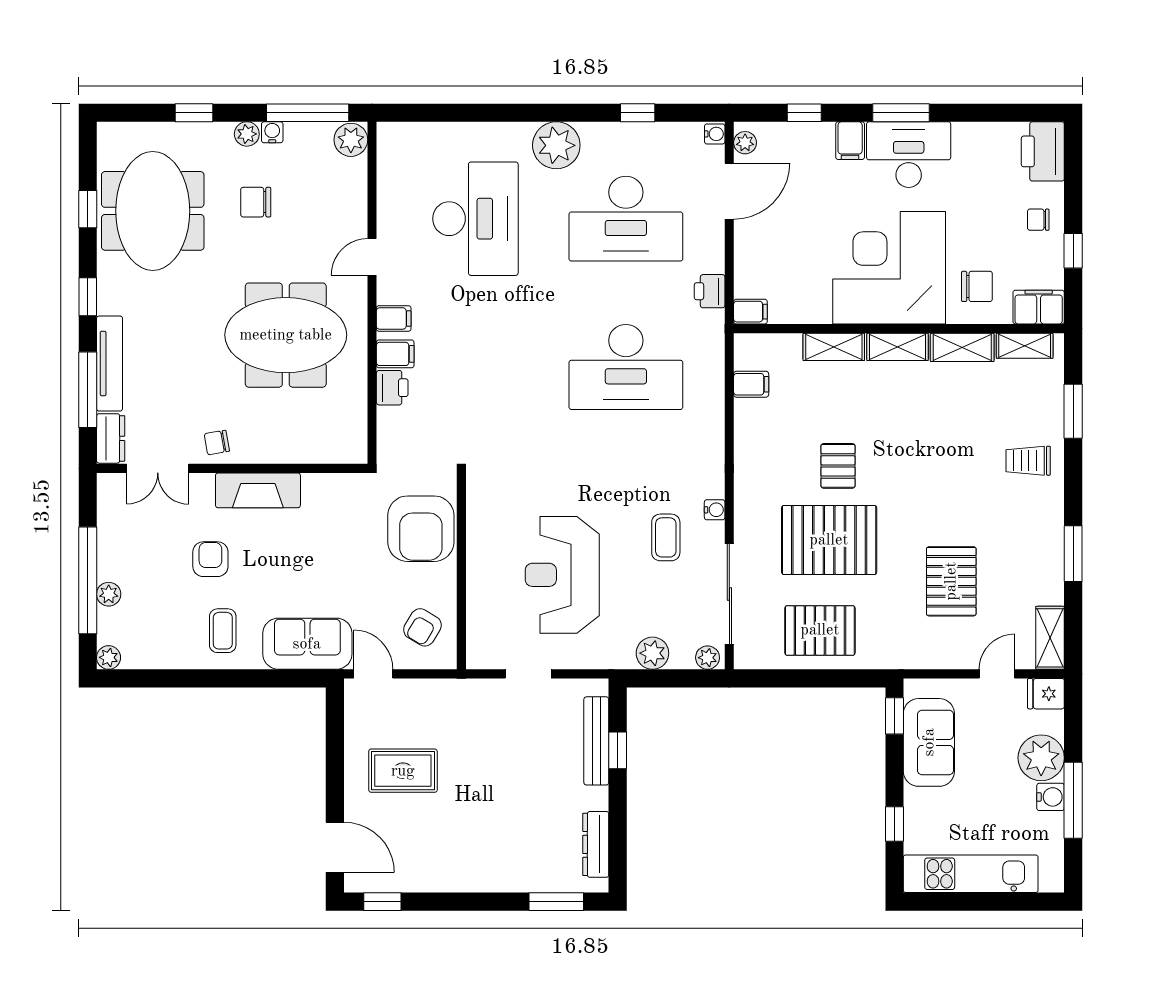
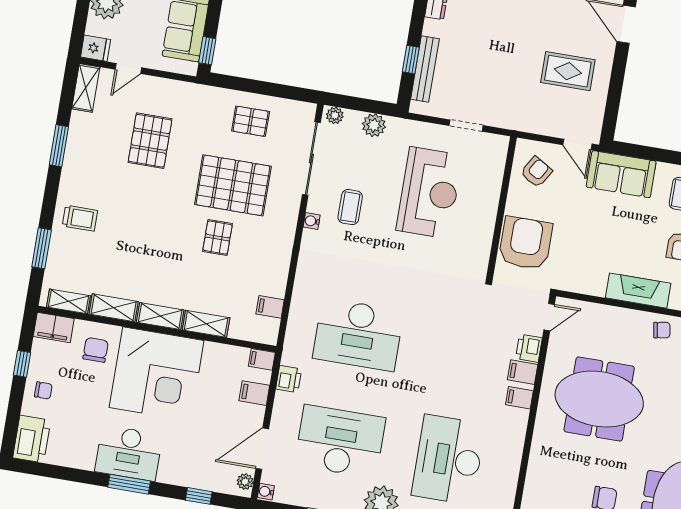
filing cabinet: (850, 141) -> (254, 393), moved, turned -90
door: (372, 257) -> (549, 317), moved
chair: (977, 286) -> (96, 350), turned 90
desk: (626, 367) -> (358, 335), turned 180
pallet: (820, 630) -> (251, 121), width x0.67, depth x0.71

